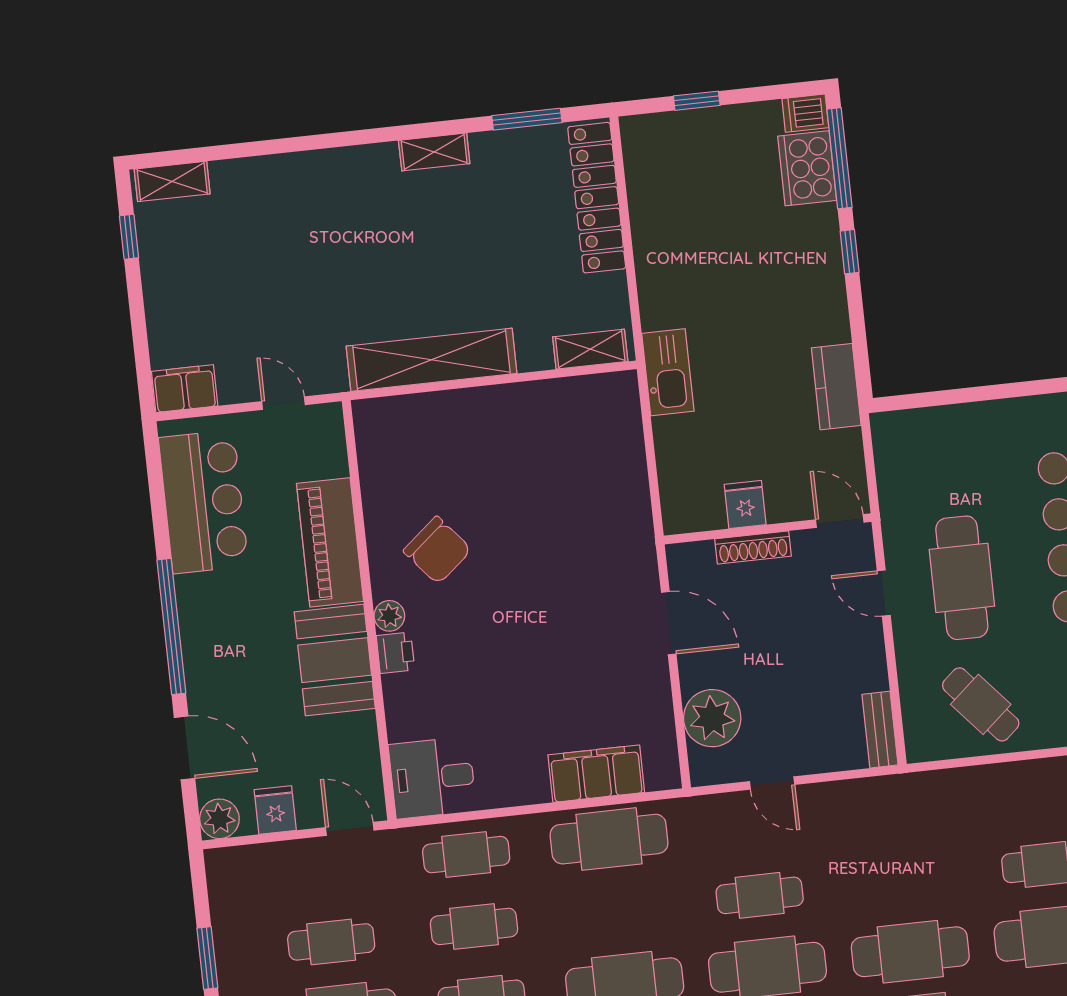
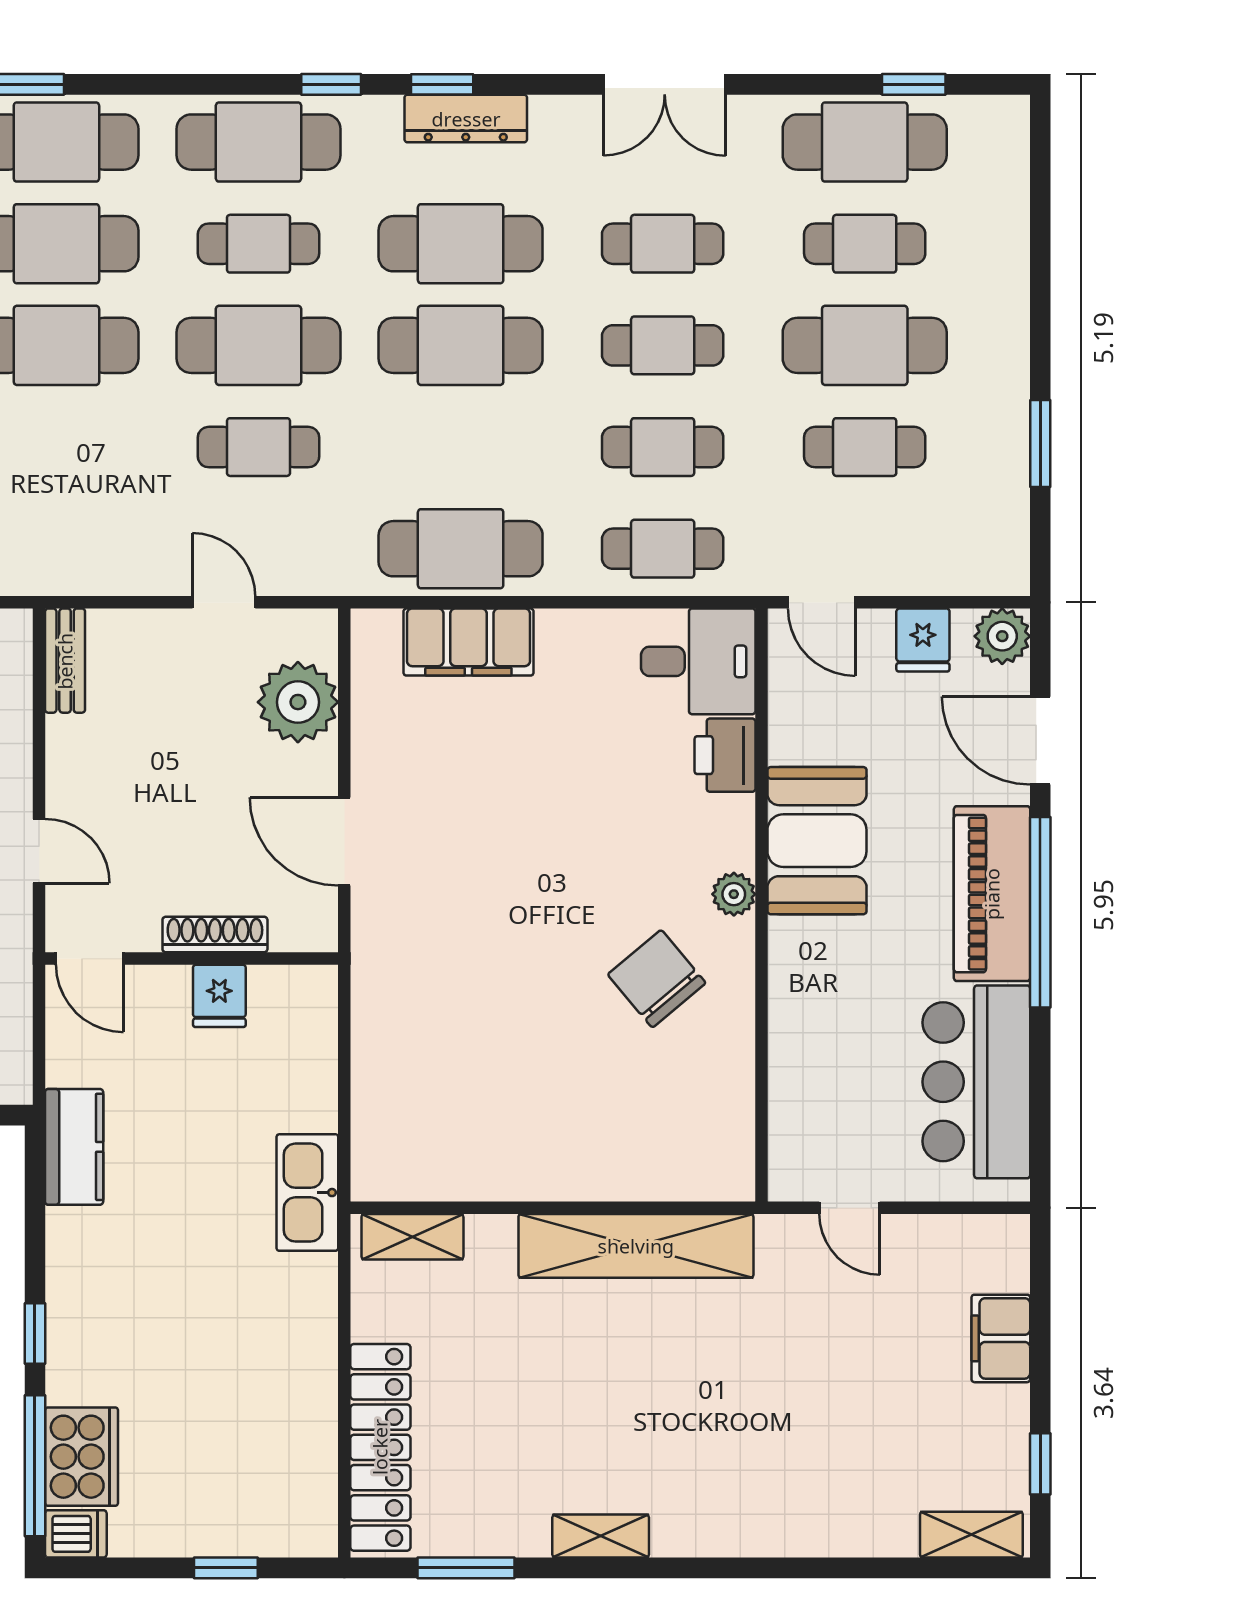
filing cabinet: (185, 389) -> (1001, 1338), moved, turned 90
piano: (330, 542) -> (992, 894), moved, turned 180
printer: (395, 653) -> (725, 755), moved, width x1.36, depth x1.24

